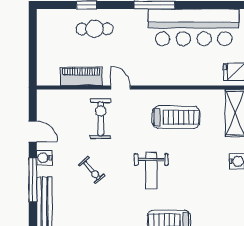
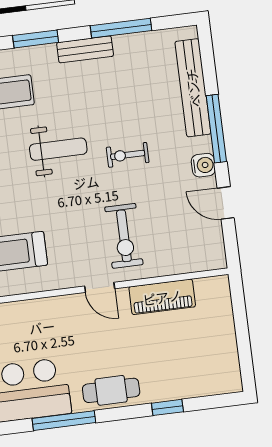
cafe table: (95, 29) -> (111, 390), moved
exercise bike: (92, 170) -> (128, 155), turned -49
weight bench: (151, 170) -> (58, 149), moved, turned 90

